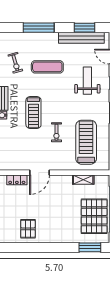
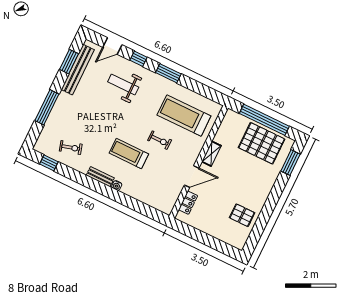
exercise mat: (47, 67) -> (90, 118), removed
treadmill: (33, 112) -> (129, 153), turned 180
door: (40, 173) -> (192, 177), hinge flipped
shelving: (83, 180) -> (211, 154), moved

